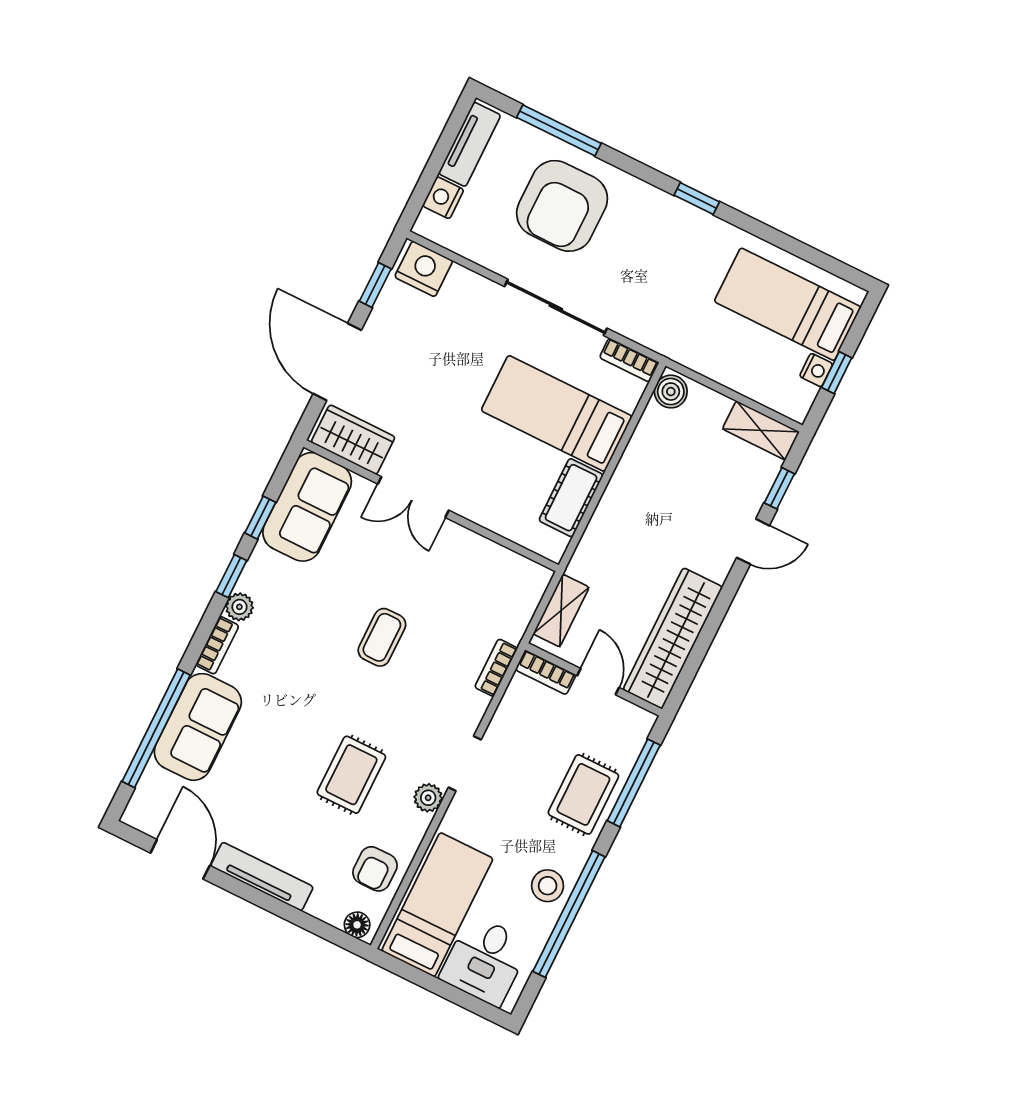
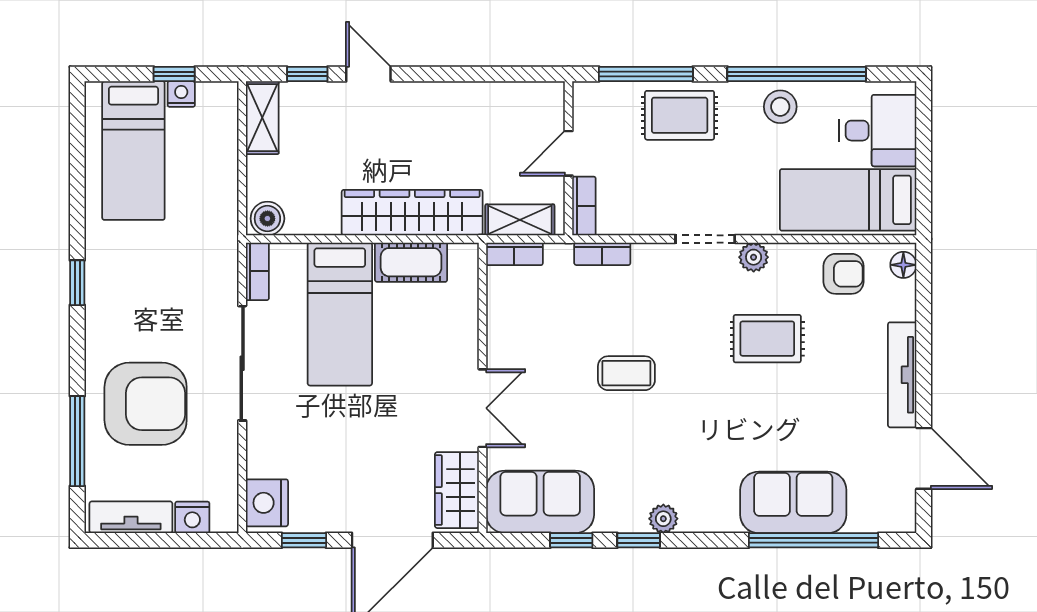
wardrobe: (673, 638) -> (412, 213), moved, turned 180
bookcase: (217, 645) -> (514, 254), moved, turned 180
door: (180, 859) -> (924, 458), swing flipped

